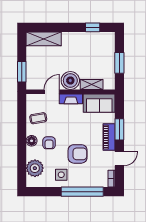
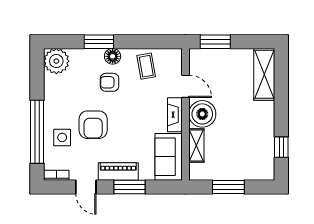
window: (22, 150) -> (99, 42), added
plant: (35, 168) -> (56, 61), moved
side table: (61, 175) -> (62, 137), moved

